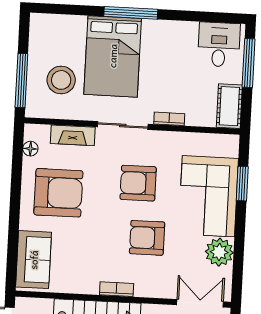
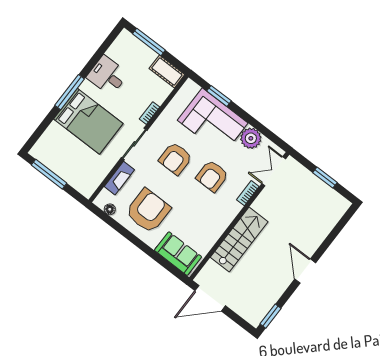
desk: (219, 45) -> (107, 76), moved
window: (21, 80) -> (49, 174), moved
stool: (61, 80) -> (81, 162), removed
bookcase: (117, 289) -> (248, 193), moved

